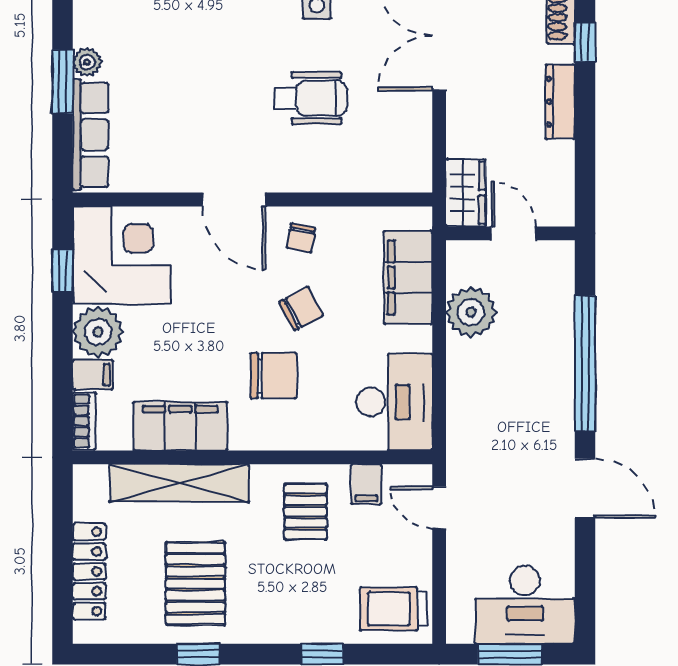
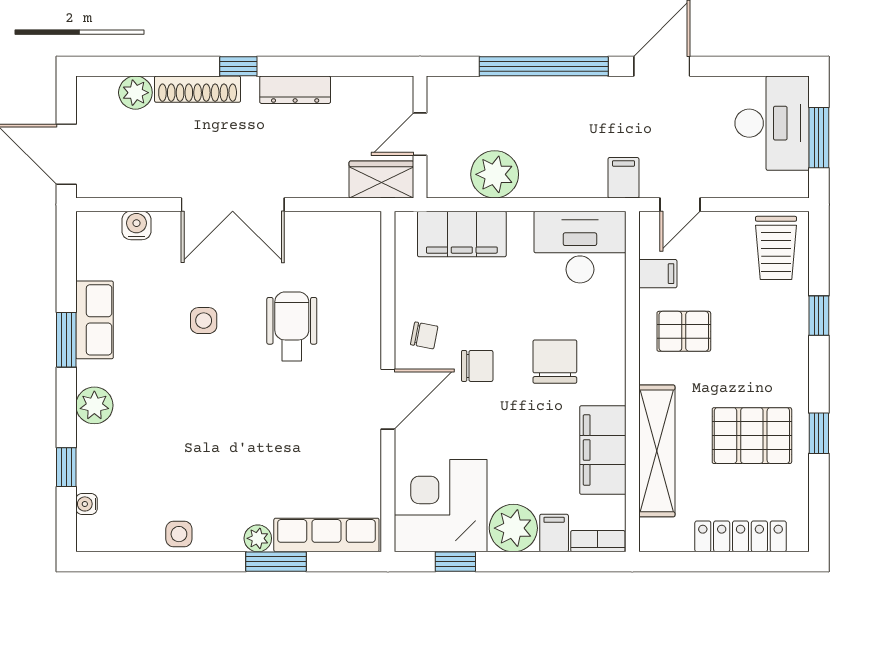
chair: (301, 309) -> (477, 366), moved, turned 118
filing cabinet: (467, 448) -> (623, 178), added

